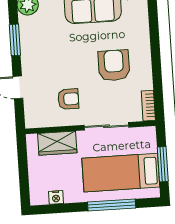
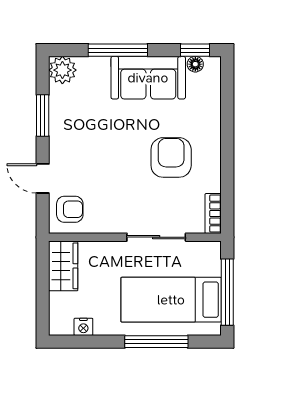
armchair: (68, 99) -> (70, 209), moved
wardrobe: (57, 143) -> (63, 266), moved, turned -90
window: (163, 164) -> (227, 292), width x1.44

